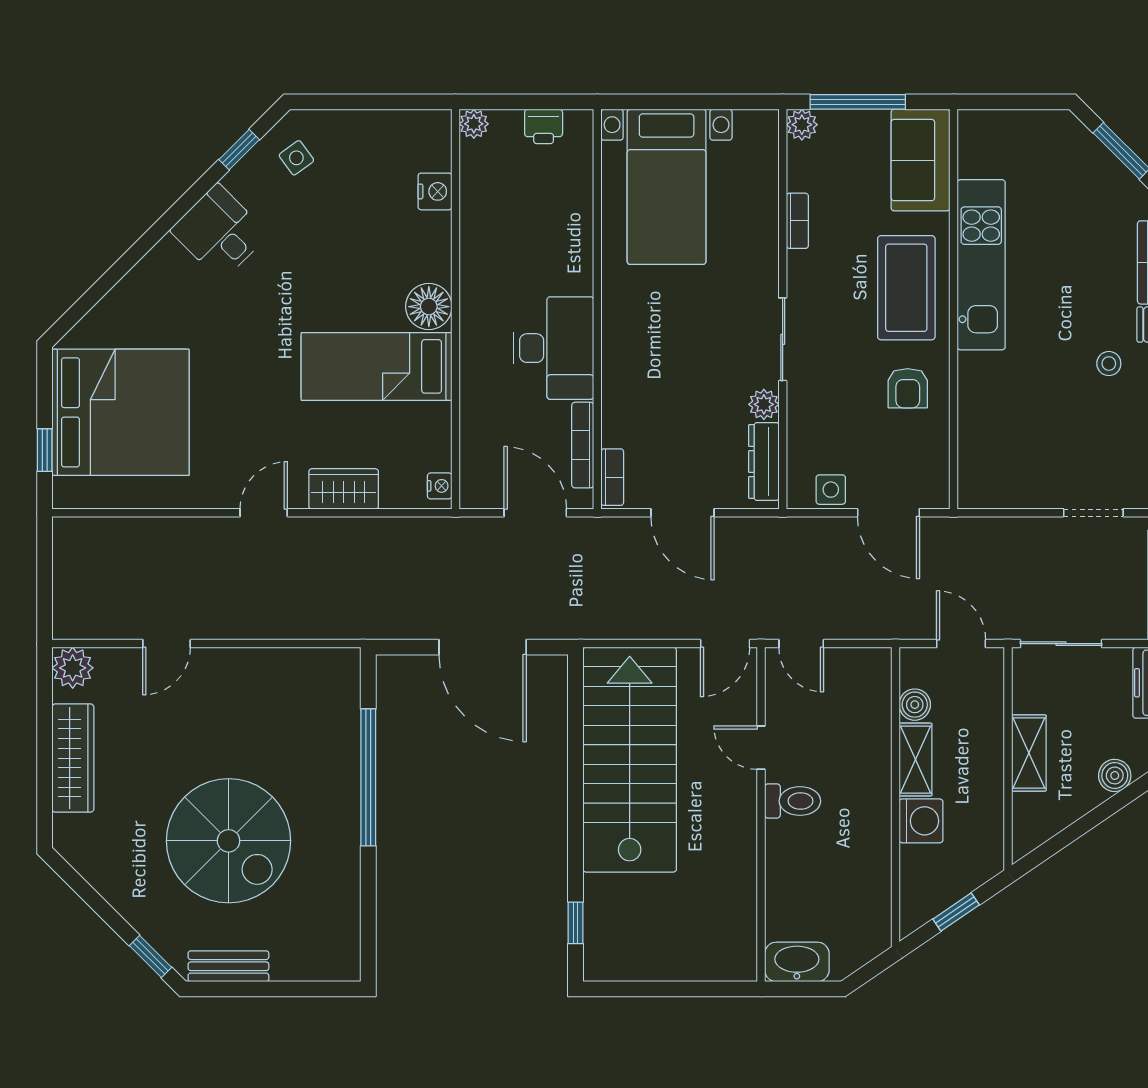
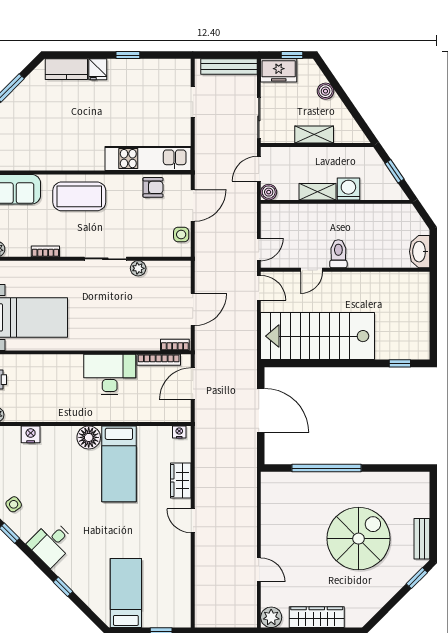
window: (133, 256) -> (63, 587), added
kitchen unit: (981, 265) -> (148, 159), moved
stool: (1109, 364) -> (117, 94), removed
armchair: (908, 388) -> (153, 187), moved
bed: (121, 412) -> (126, 593), width x0.49
dresser: (764, 462) -> (167, 268), removed
door: (483, 647) -> (261, 410), hinge flipped
boiler: (915, 705) -> (269, 192), moved

